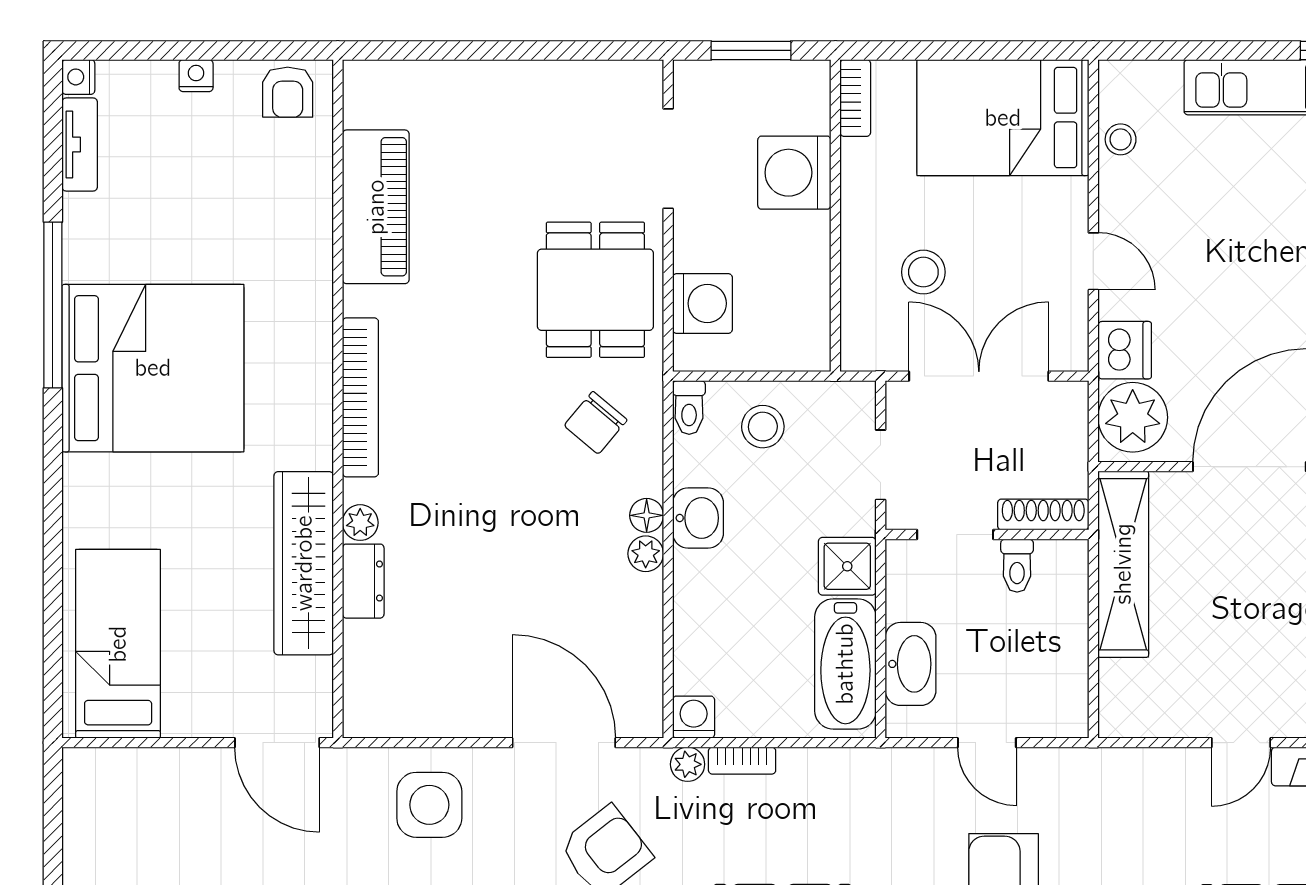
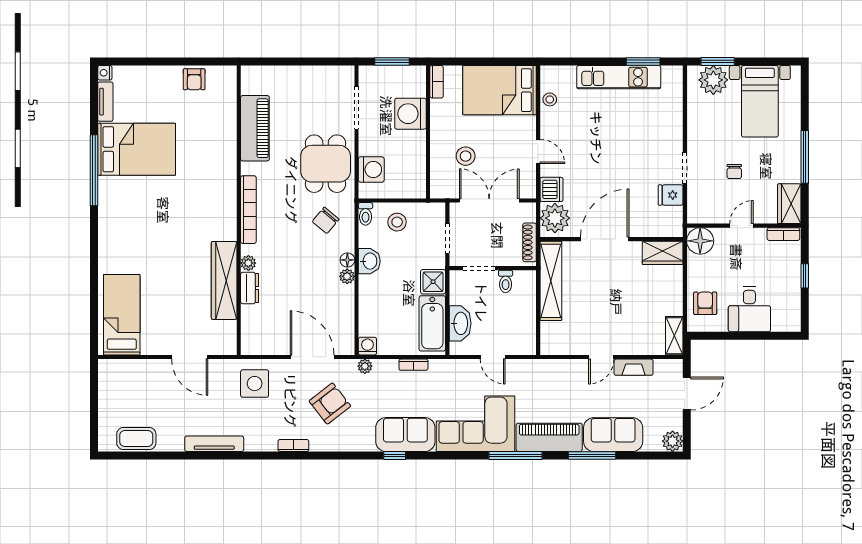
nightstand: (196, 76) -> (155, 72), removed
piano: (376, 207) -> (255, 128), moved
bed: (153, 368) -> (137, 149), moved, width x0.73
bookcase: (360, 397) -> (248, 210), moved
wall: (338, 399) -> (239, 210), moved
shoe rack: (1043, 515) -> (530, 242), moved, turned -90
plant: (360, 523) -> (248, 263), moved
wardrobe: (304, 563) -> (224, 280), moved
dresser: (363, 581) -> (250, 288), moved
bookcase: (742, 761) -> (413, 365), moved

